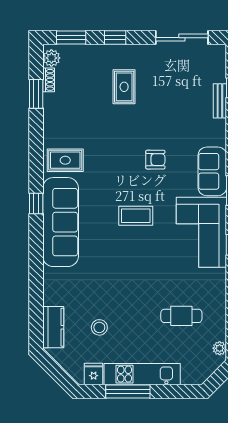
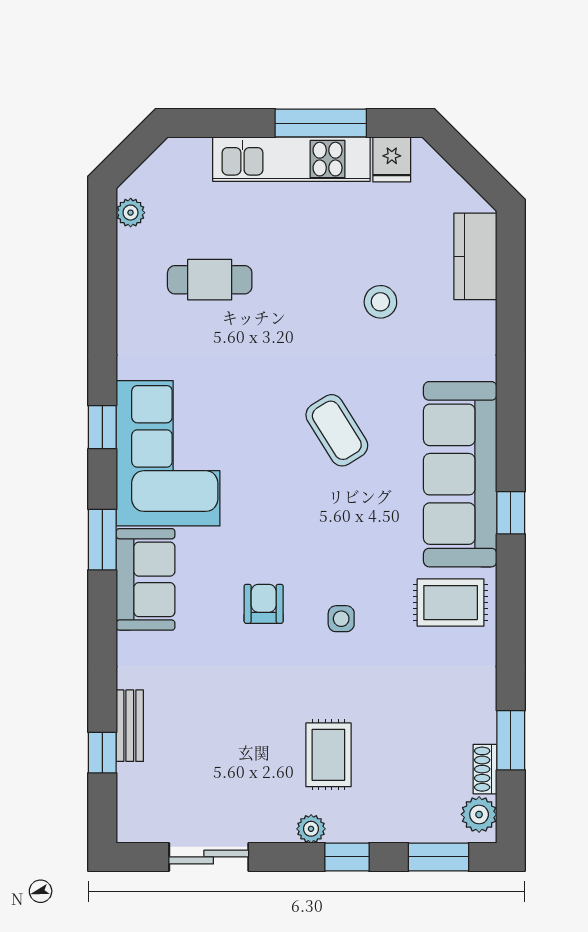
sliding door: (182, 38) -> (209, 857), width x0.73
plant: (133, 51) -> (311, 829), added
side table: (118, 152) -> (341, 619), added
armchair: (155, 160) -> (264, 604), turned 90
coffee table: (136, 216) -> (337, 430), moved, turned 58
stool: (99, 327) -> (380, 302), moved

